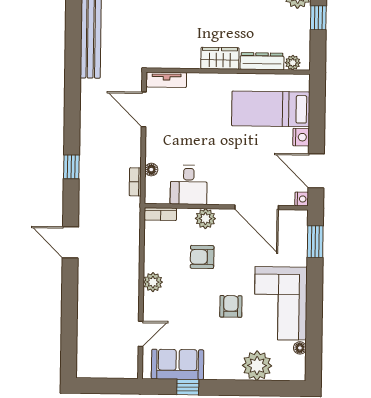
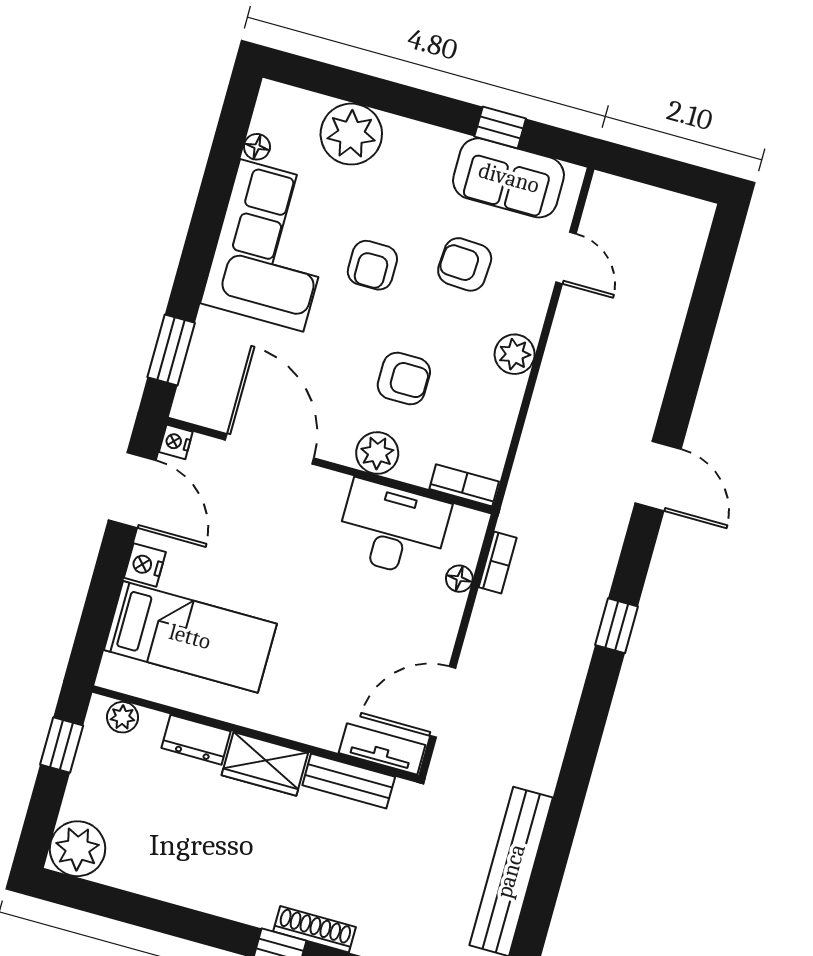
window: (318, 18) -> (62, 745), moved
bench: (178, 61) -> (349, 781), added
dresser: (262, 61) -> (196, 740), width x0.70
door: (144, 109) -> (443, 702), swing flipped
desk: (189, 185) -> (393, 529), width x1.37
armchair: (188, 318) -> (465, 264), added
door: (141, 334) -> (566, 258), swing flipped

